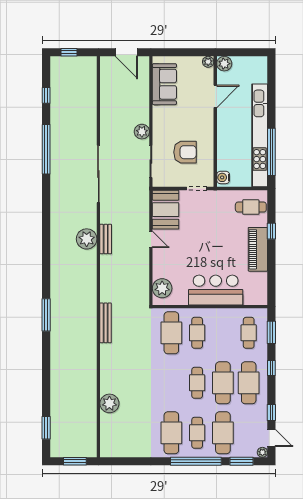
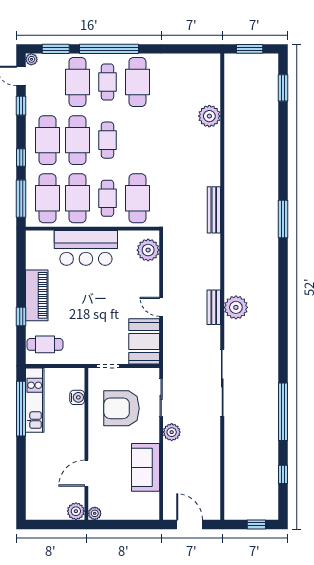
sofa: (164, 84) -> (145, 467), moved
kitchen unit: (260, 135) -> (35, 400), width x0.54
armchair: (185, 152) -> (121, 408), width x1.36, depth x1.36
water cooler: (223, 177) -> (77, 397), moved
window: (271, 332) -> (21, 199), width x1.44
cafe table: (223, 333) -> (77, 198), added
cafe table: (249, 333) -> (47, 198), width x1.37, depth x1.35

